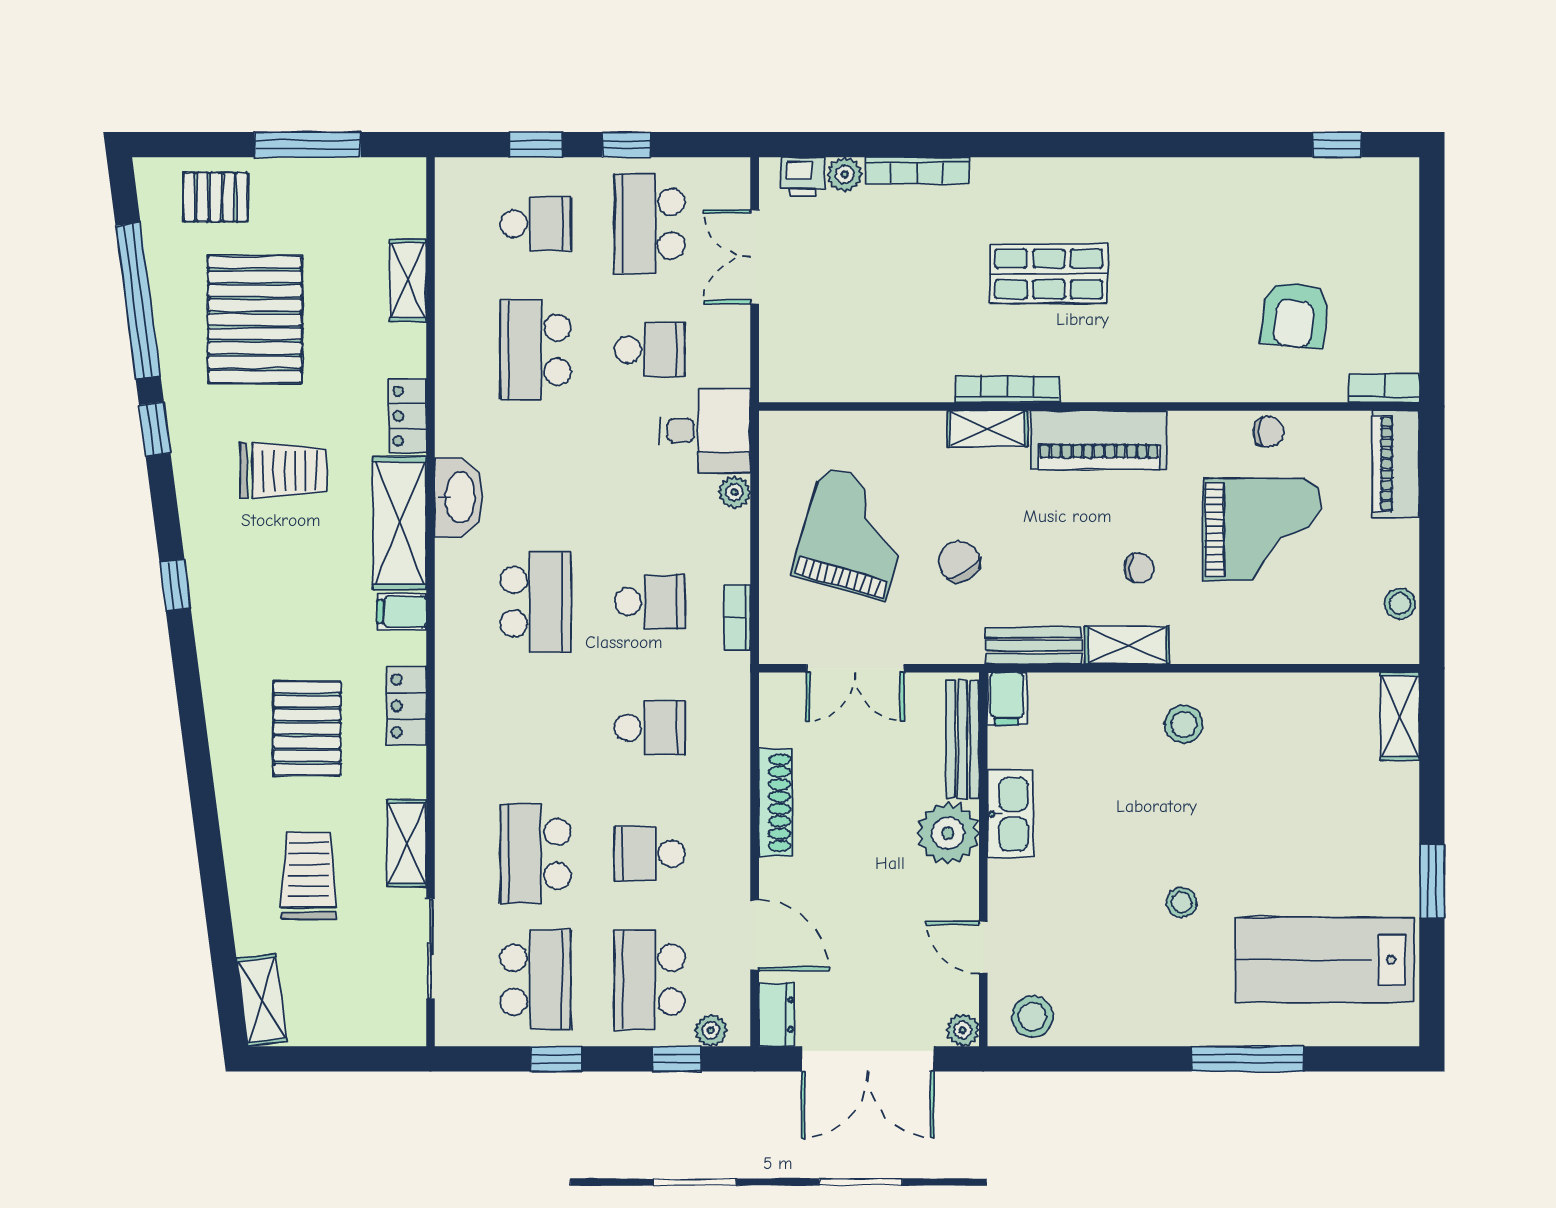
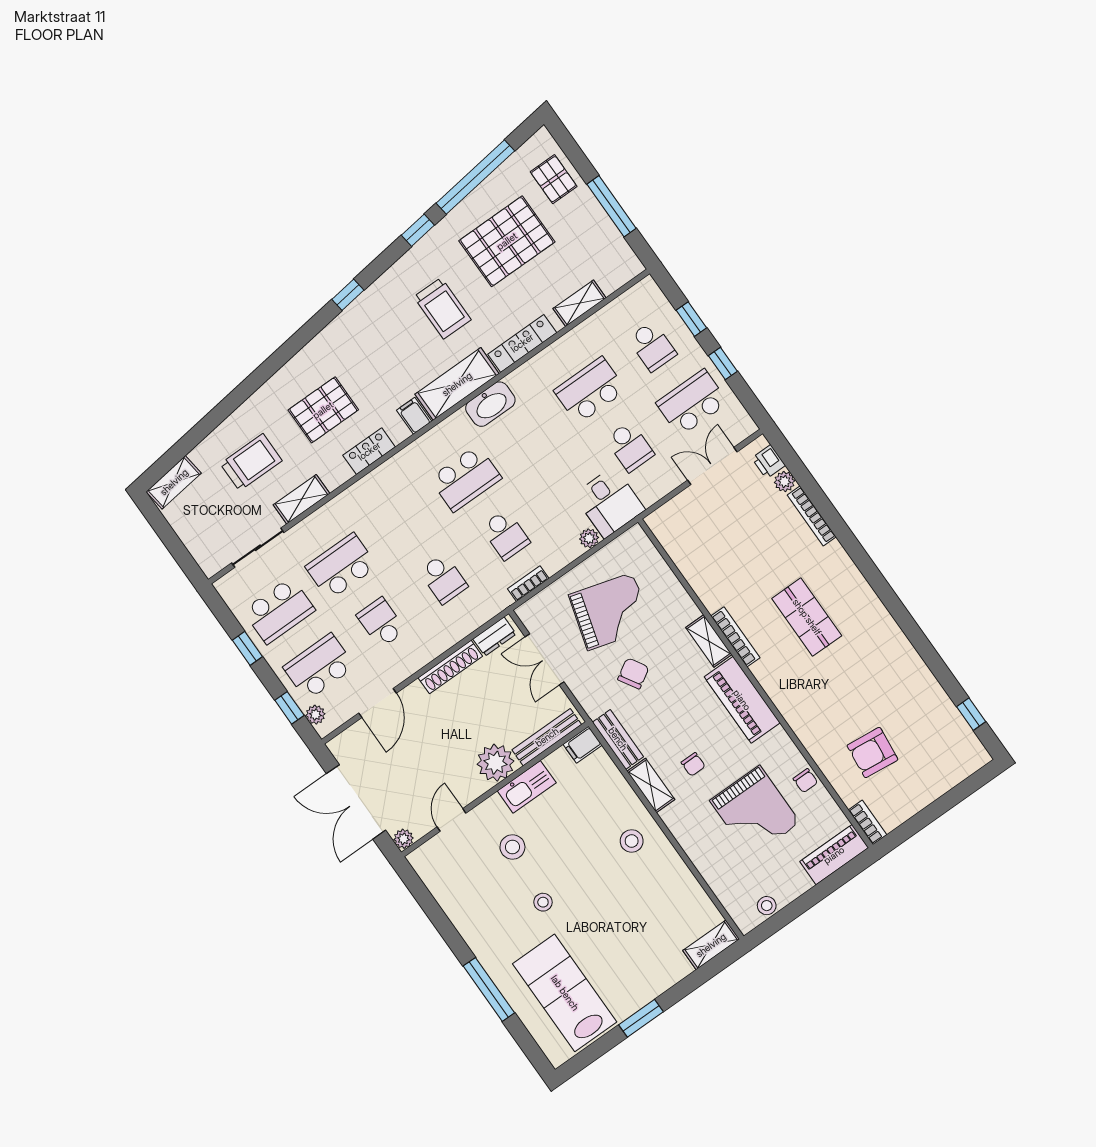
locker: (408, 416) -> (522, 343), width x1.53
dresser: (777, 1015) -> (494, 637), moved
stool: (1032, 1017) -> (512, 847), moved

